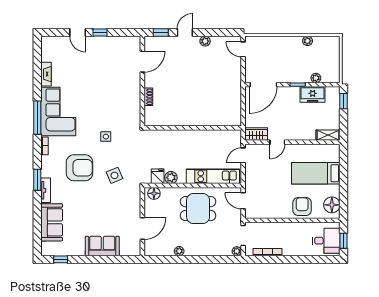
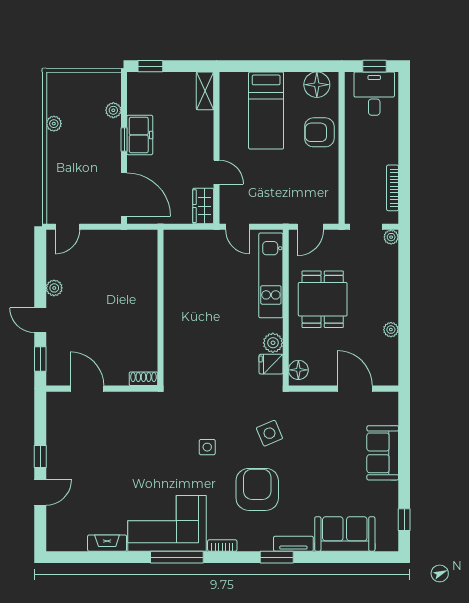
freezer: (313, 94) -> (140, 135), moved
wall: (193, 128) -> (161, 308), moved

